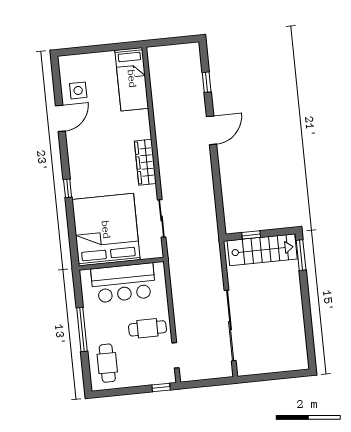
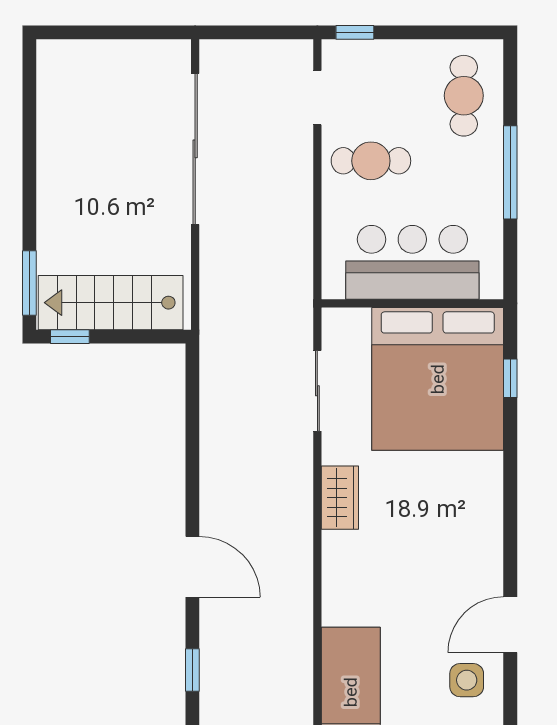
door: (212, 130) -> (192, 567), swing flipped
wardrobe: (145, 162) -> (340, 498), width x0.67
window: (68, 188) -> (510, 378), moved
window: (251, 235) -> (70, 337), moved

